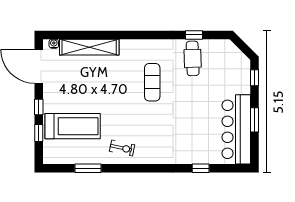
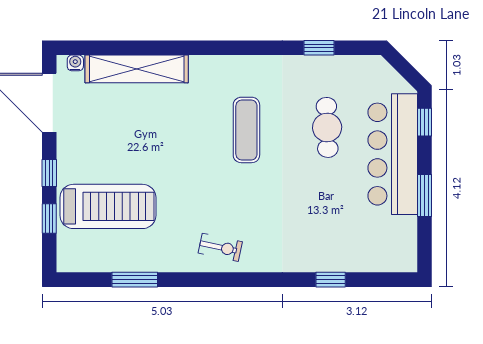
cafe table: (193, 58) -> (327, 127), moved
bar counter: (236, 129) -> (393, 154), moved
exercise bike: (122, 148) -> (220, 247), moved

